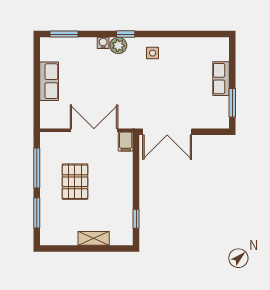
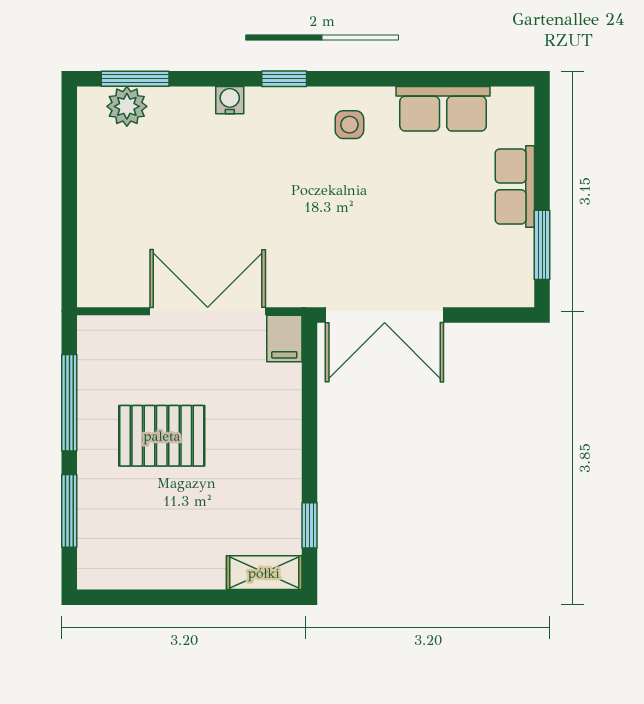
plant: (118, 46) -> (127, 106), moved
row of seats: (49, 81) -> (443, 109), moved, turned 90
pallet: (75, 182) -> (162, 436), turned 90
shelving: (94, 238) -> (264, 573), moved

